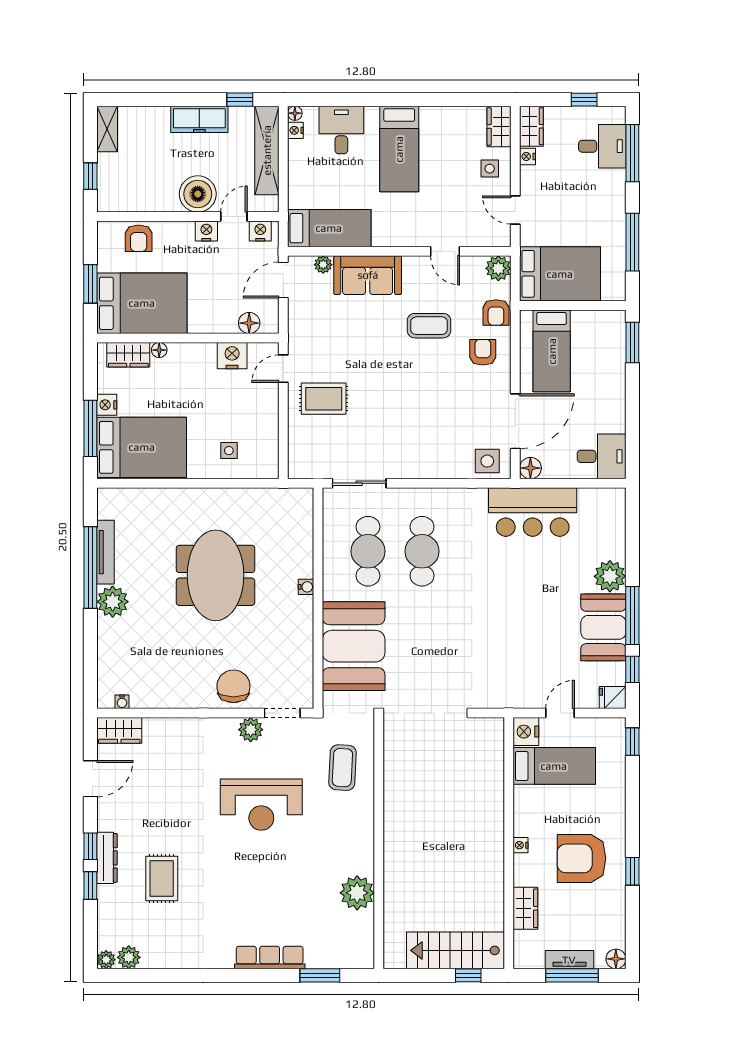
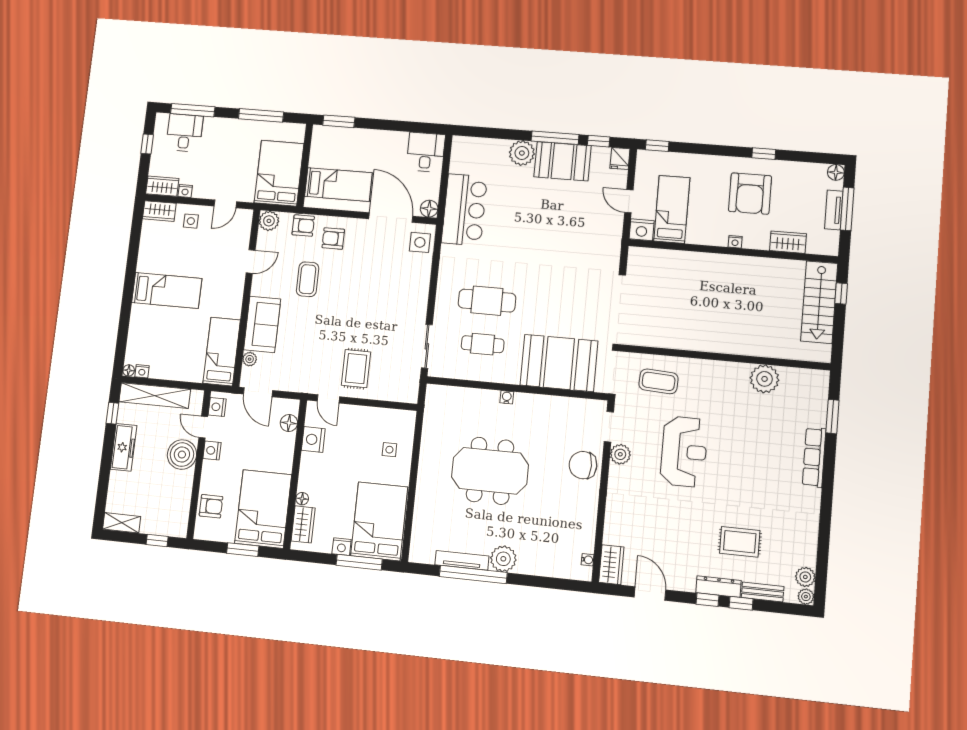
desk: (341, 130) -> (146, 335), removed
cafe table: (368, 551) -> (483, 344), width x0.73, depth x0.74
bench: (106, 909) -> (763, 592), added

